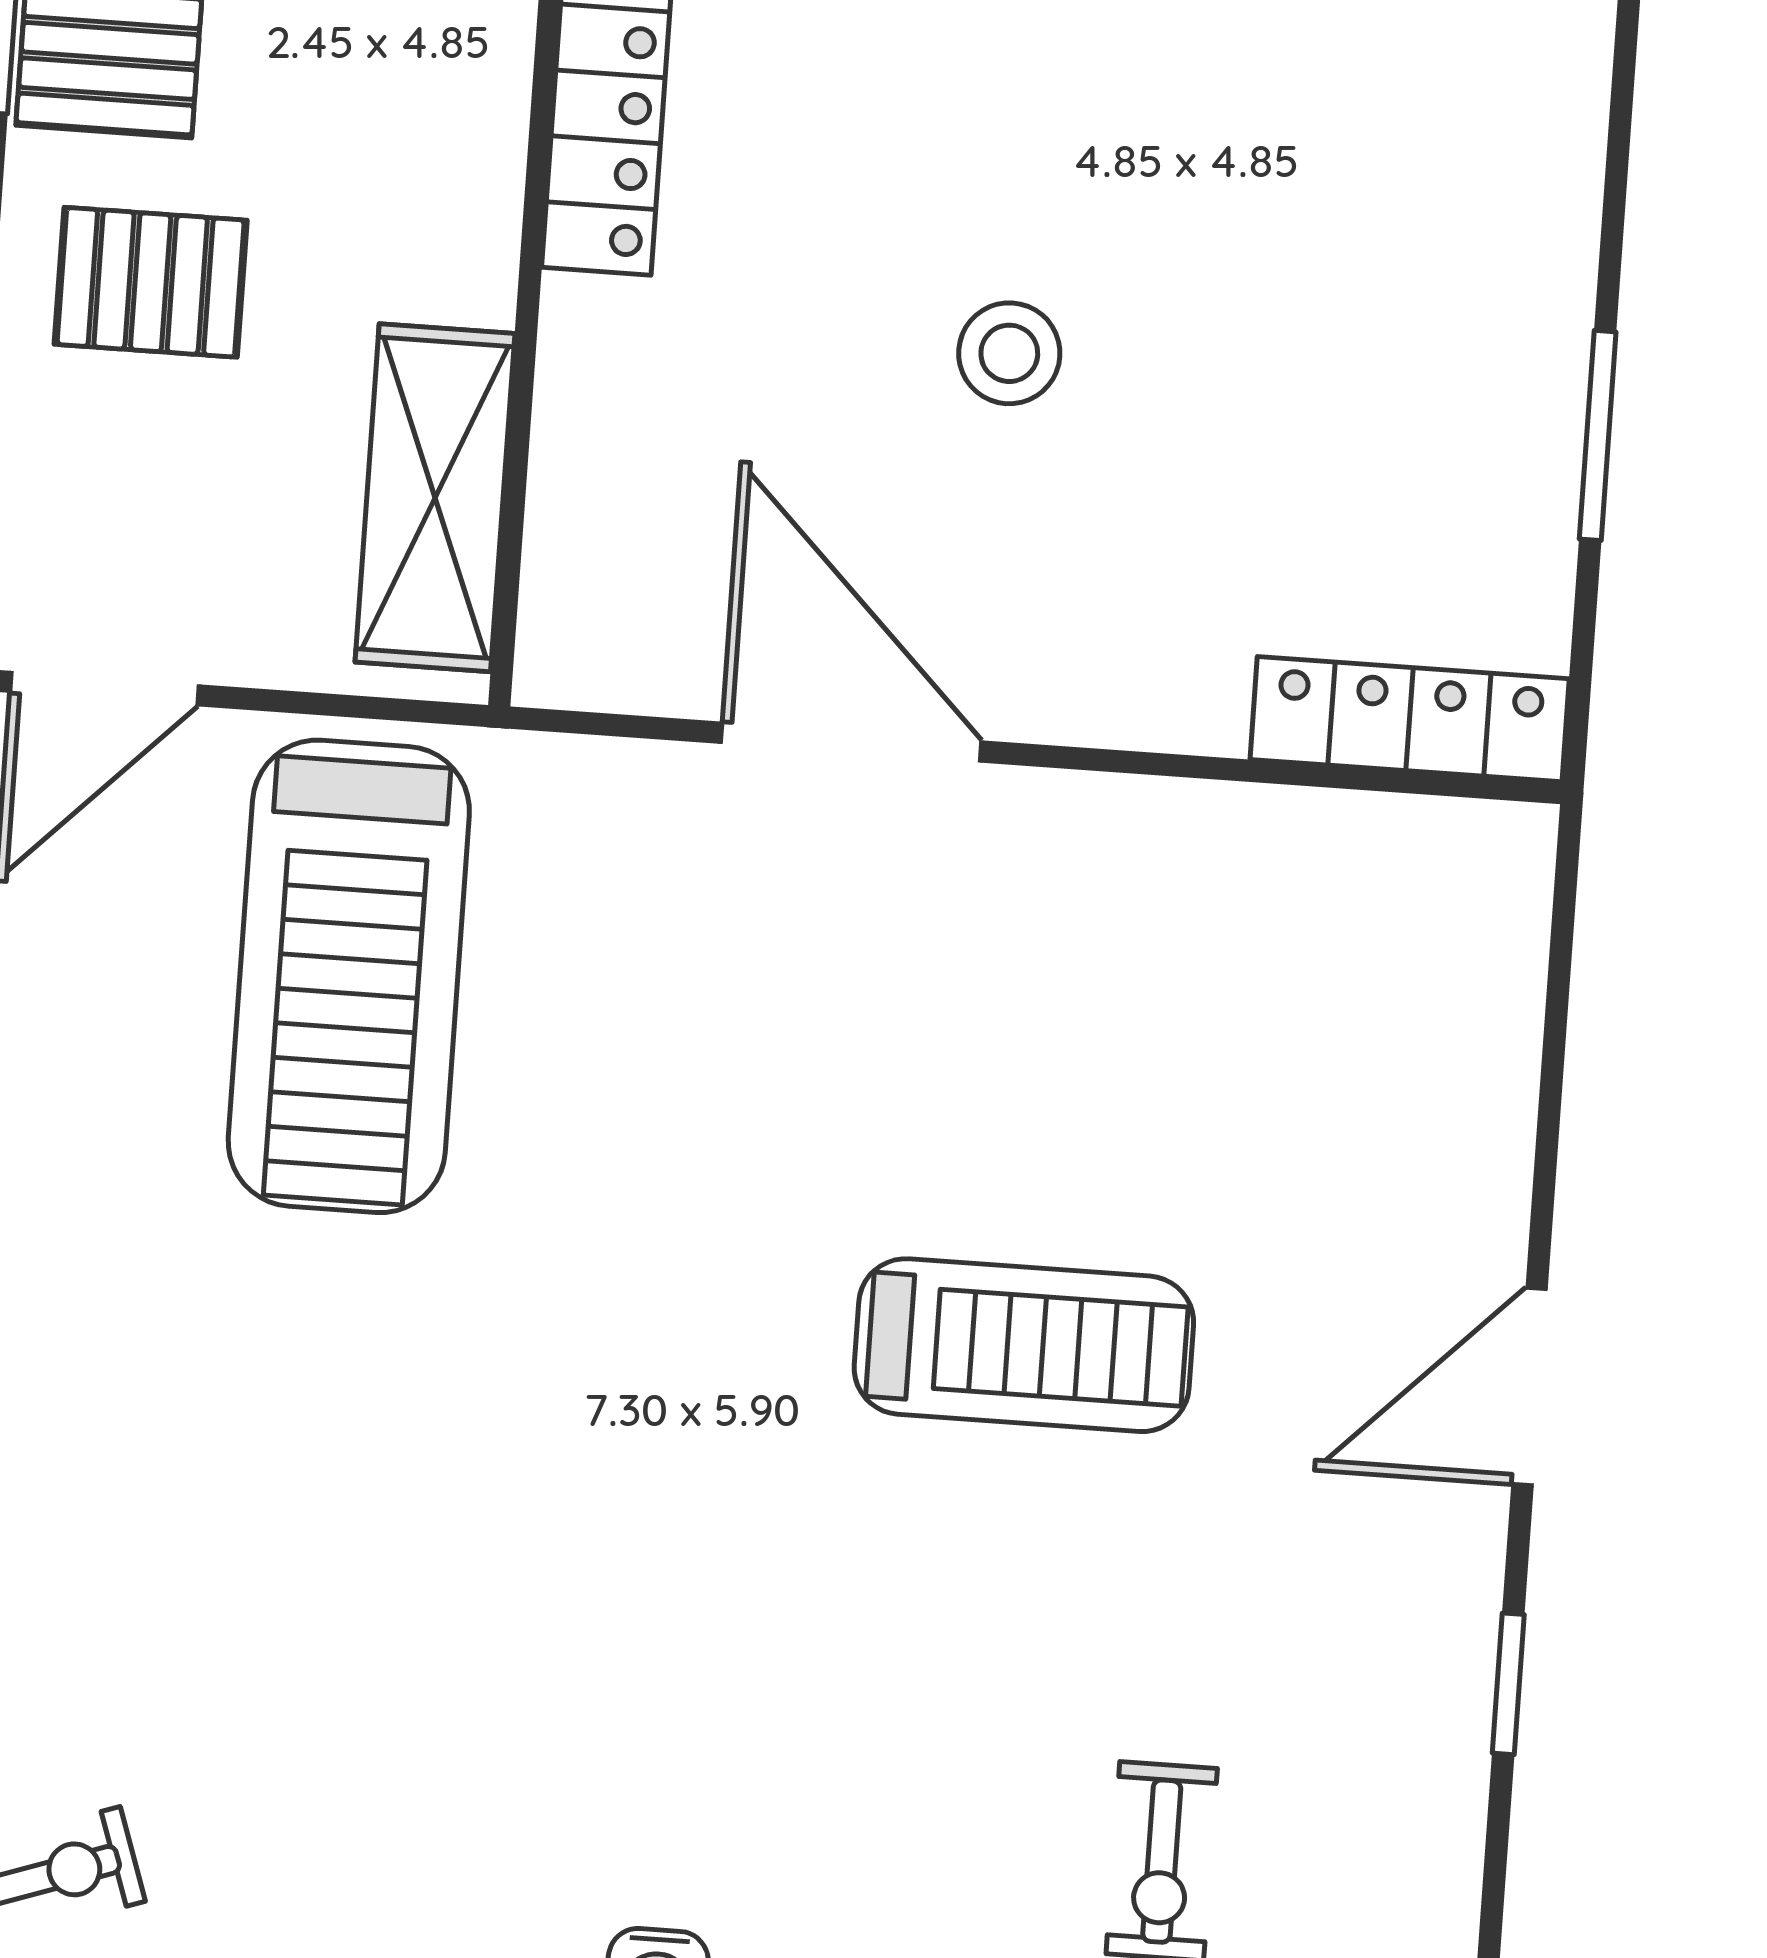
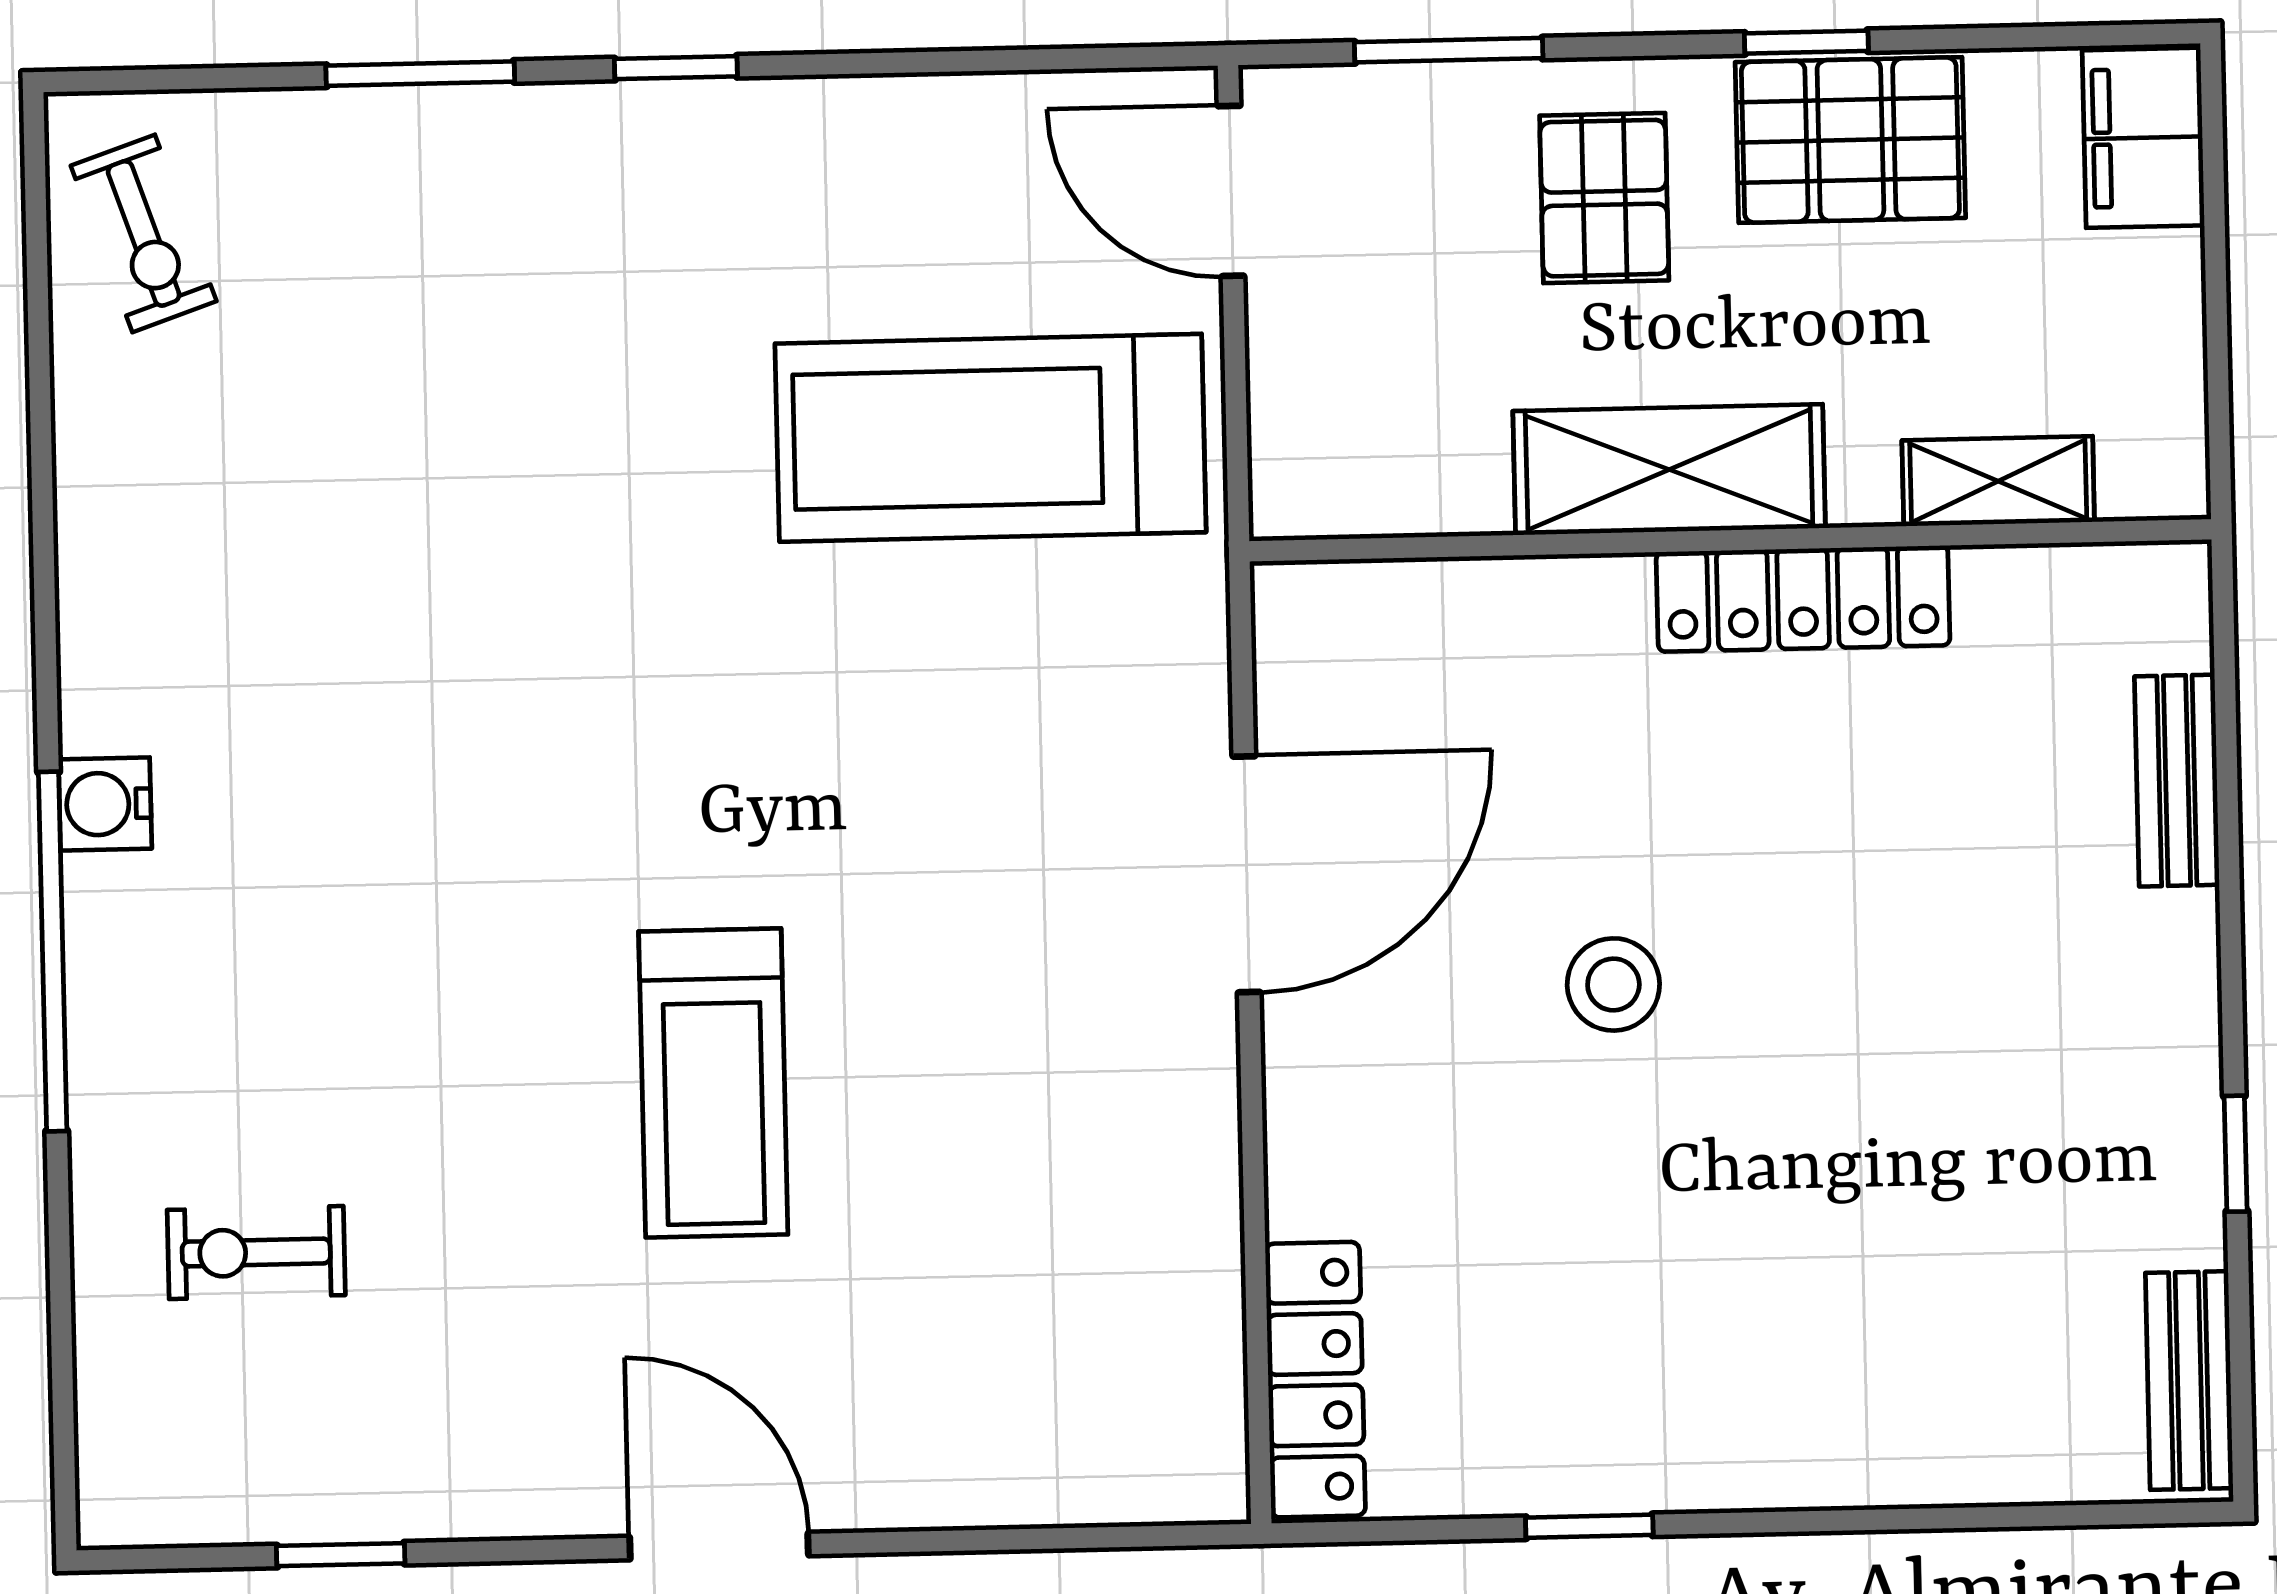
window: (1598, 435) -> (1589, 1526), width x0.67
shelving: (435, 498) -> (1669, 470), moved
window: (1508, 1684) -> (341, 1555), moved

